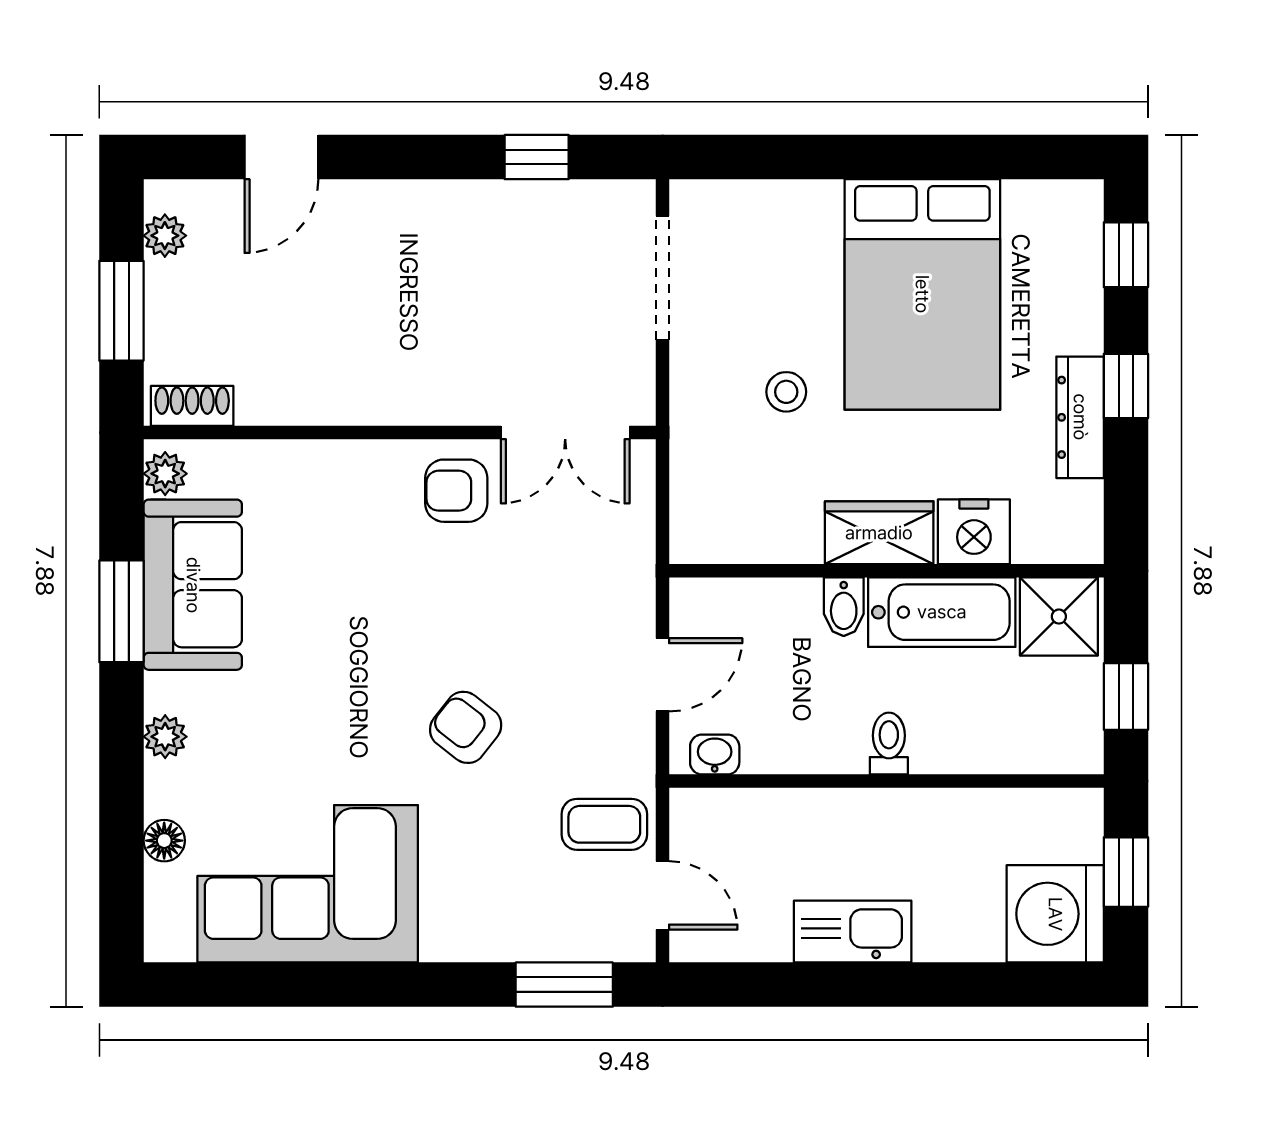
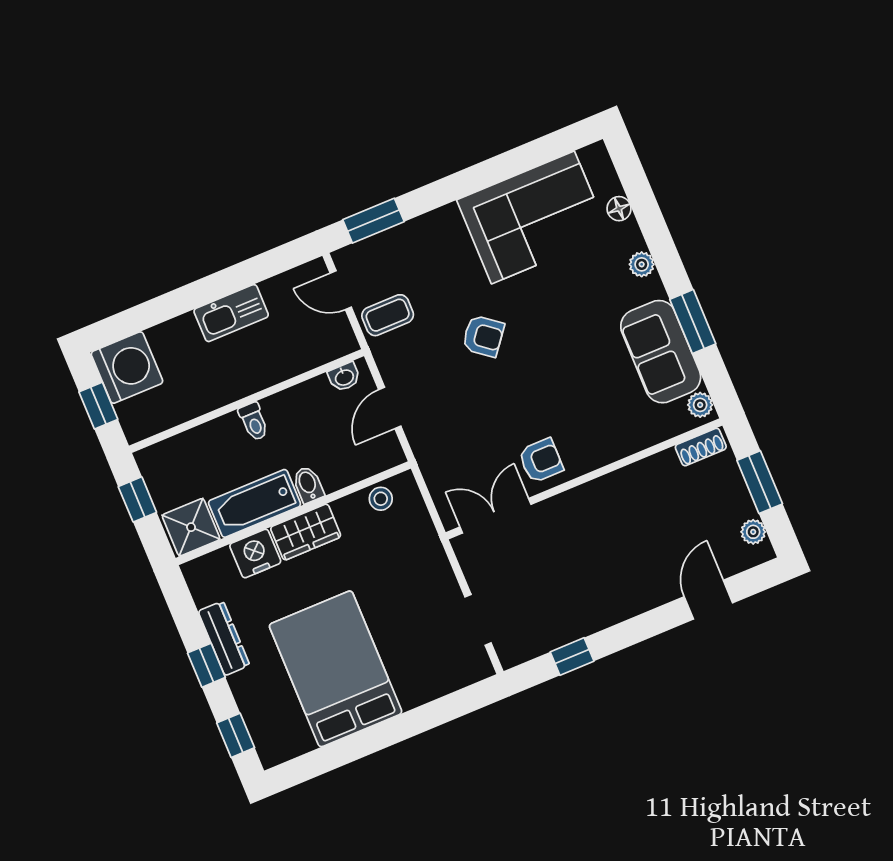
doorway: (662, 278) -> (478, 620), width x0.73
stool: (786, 392) -> (381, 499), moved

